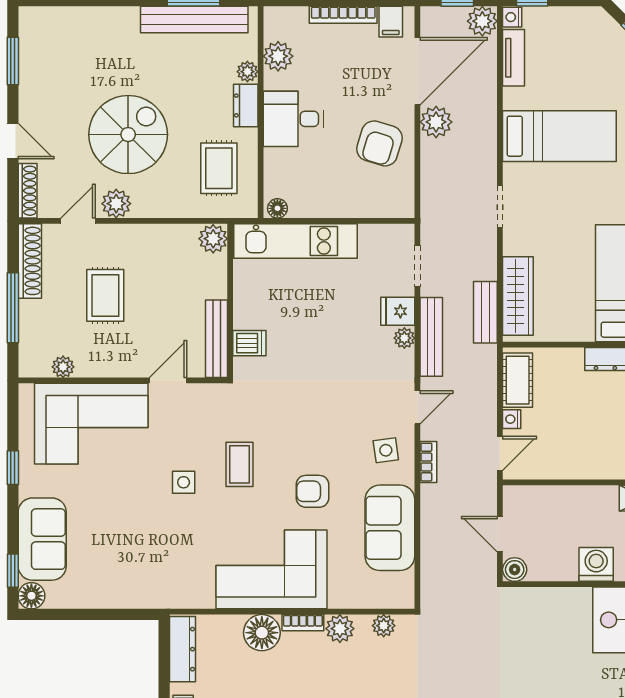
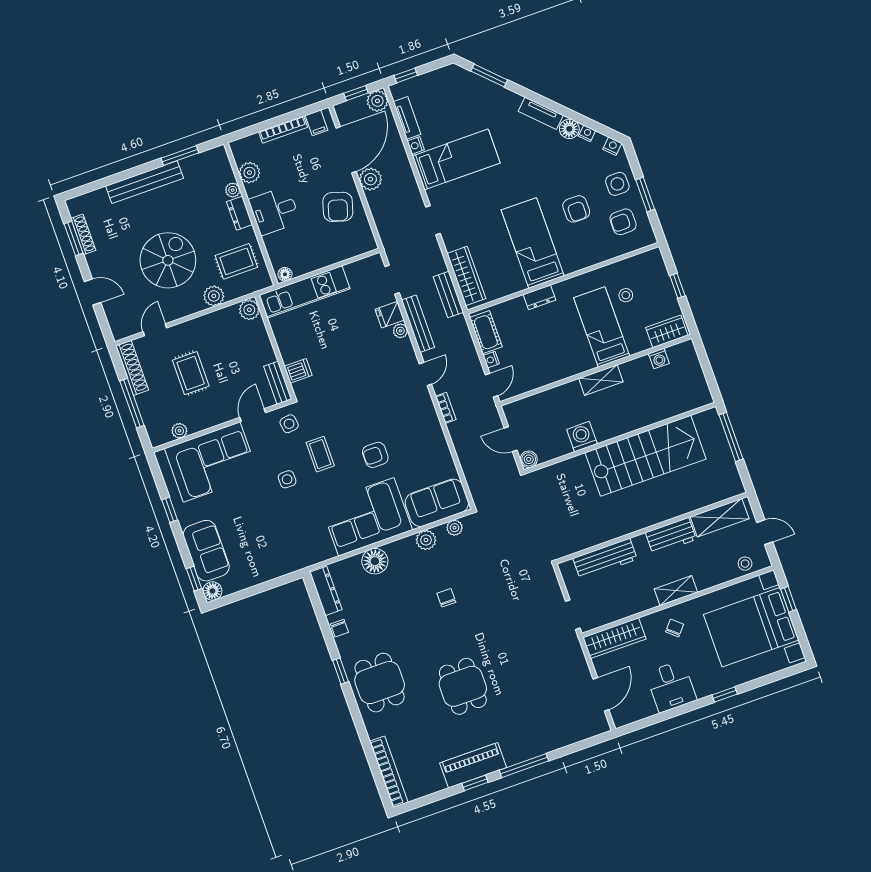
nightstand: (512, 17) -> (416, 145), moved
bench: (194, 19) -> (145, 182), moved
rug: (219, 168) -> (236, 261), turned 90
shoe rack: (28, 191) -> (83, 234), moved
plant: (116, 204) -> (214, 296), moved
bench: (217, 339) -> (278, 383), width x0.73
side table: (386, 450) -> (289, 424), moved
sofa: (390, 528) -> (437, 503), moved, turned 90
bookcase: (303, 623) -> (400, 545), removed

